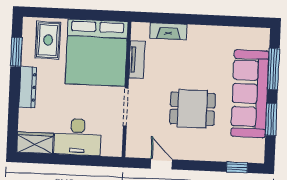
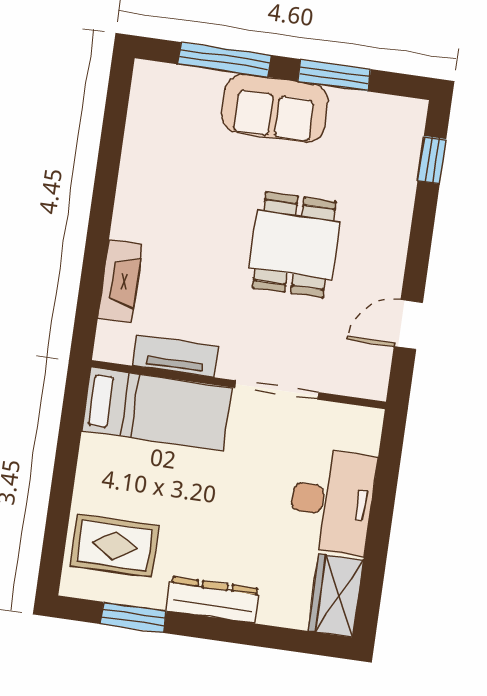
bed: (97, 53) -> (157, 409), width x0.49
sofa: (250, 94) -> (275, 108), width x0.54, depth x0.79

